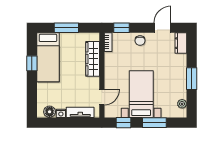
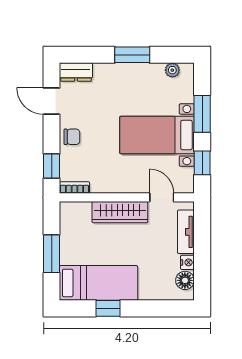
wardrobe: (93, 59) -> (120, 212), moved

